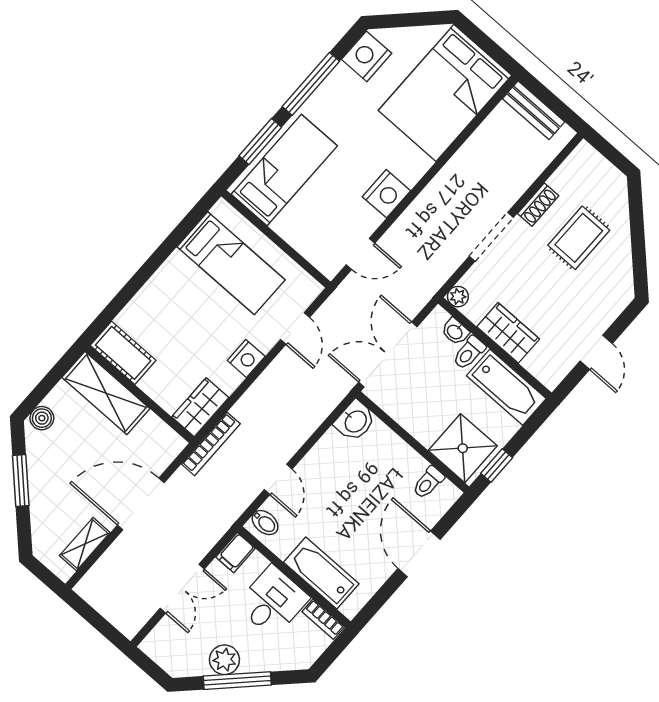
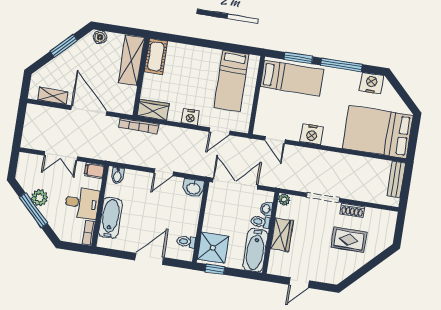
door: (278, 479) -> (164, 172), moved

